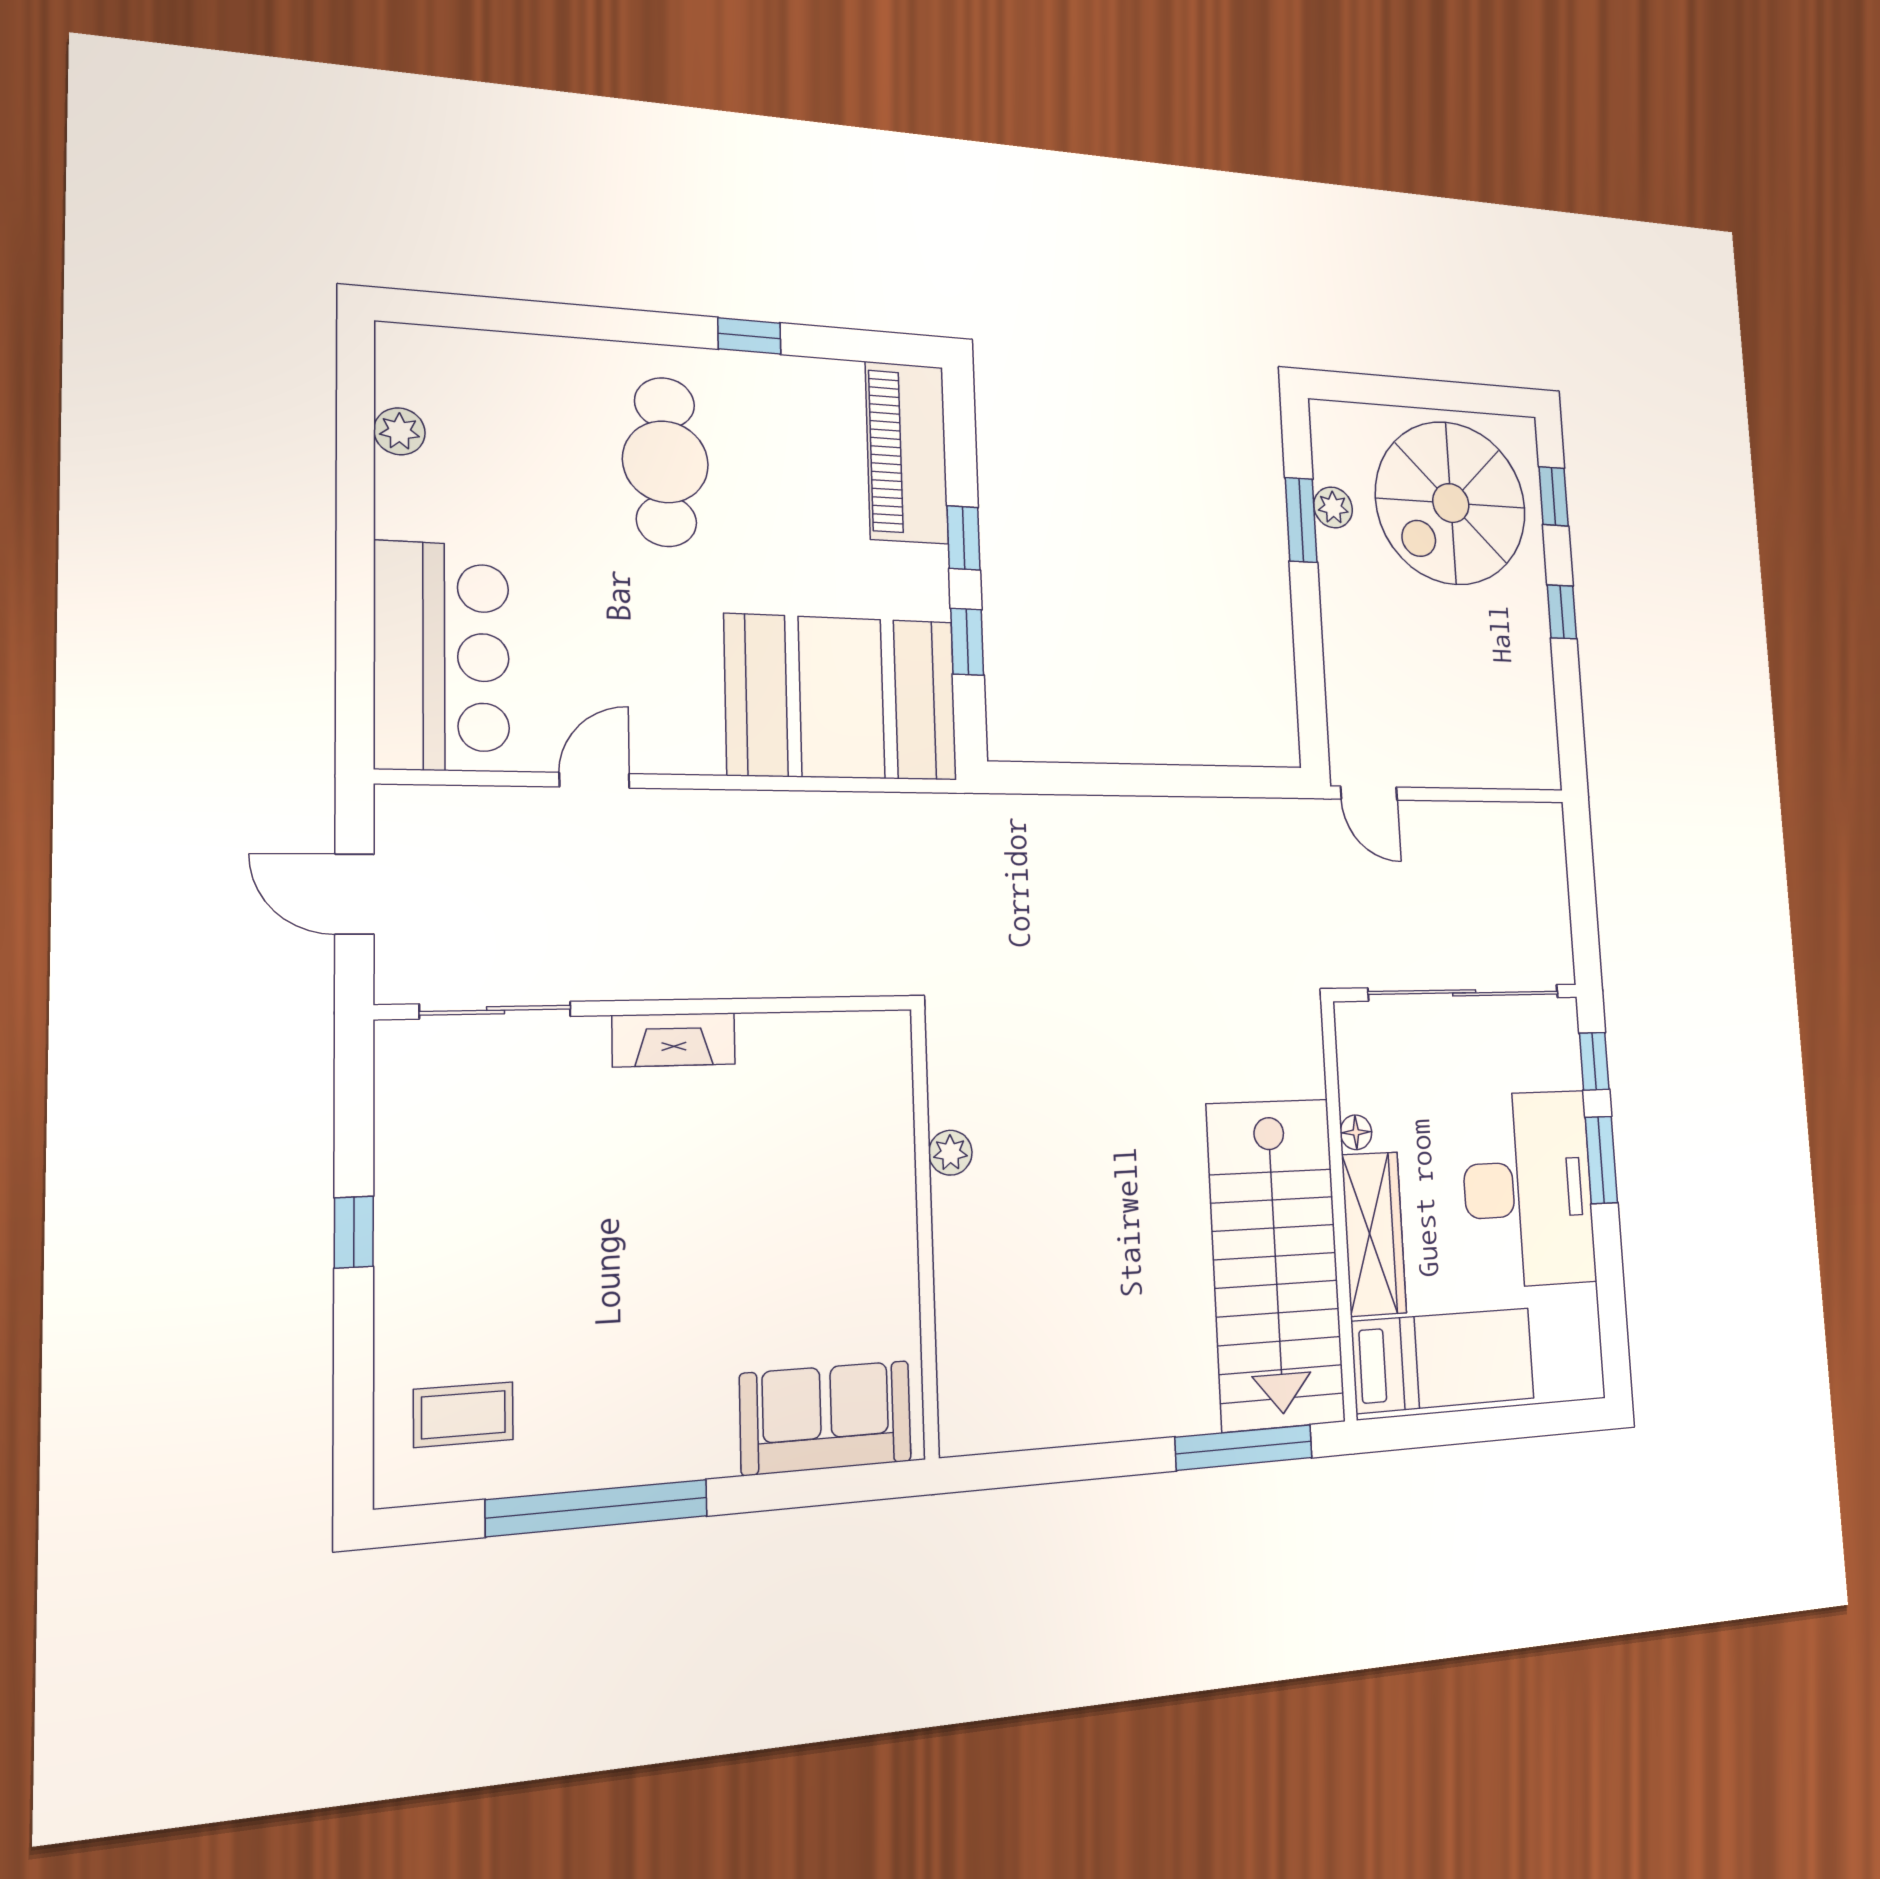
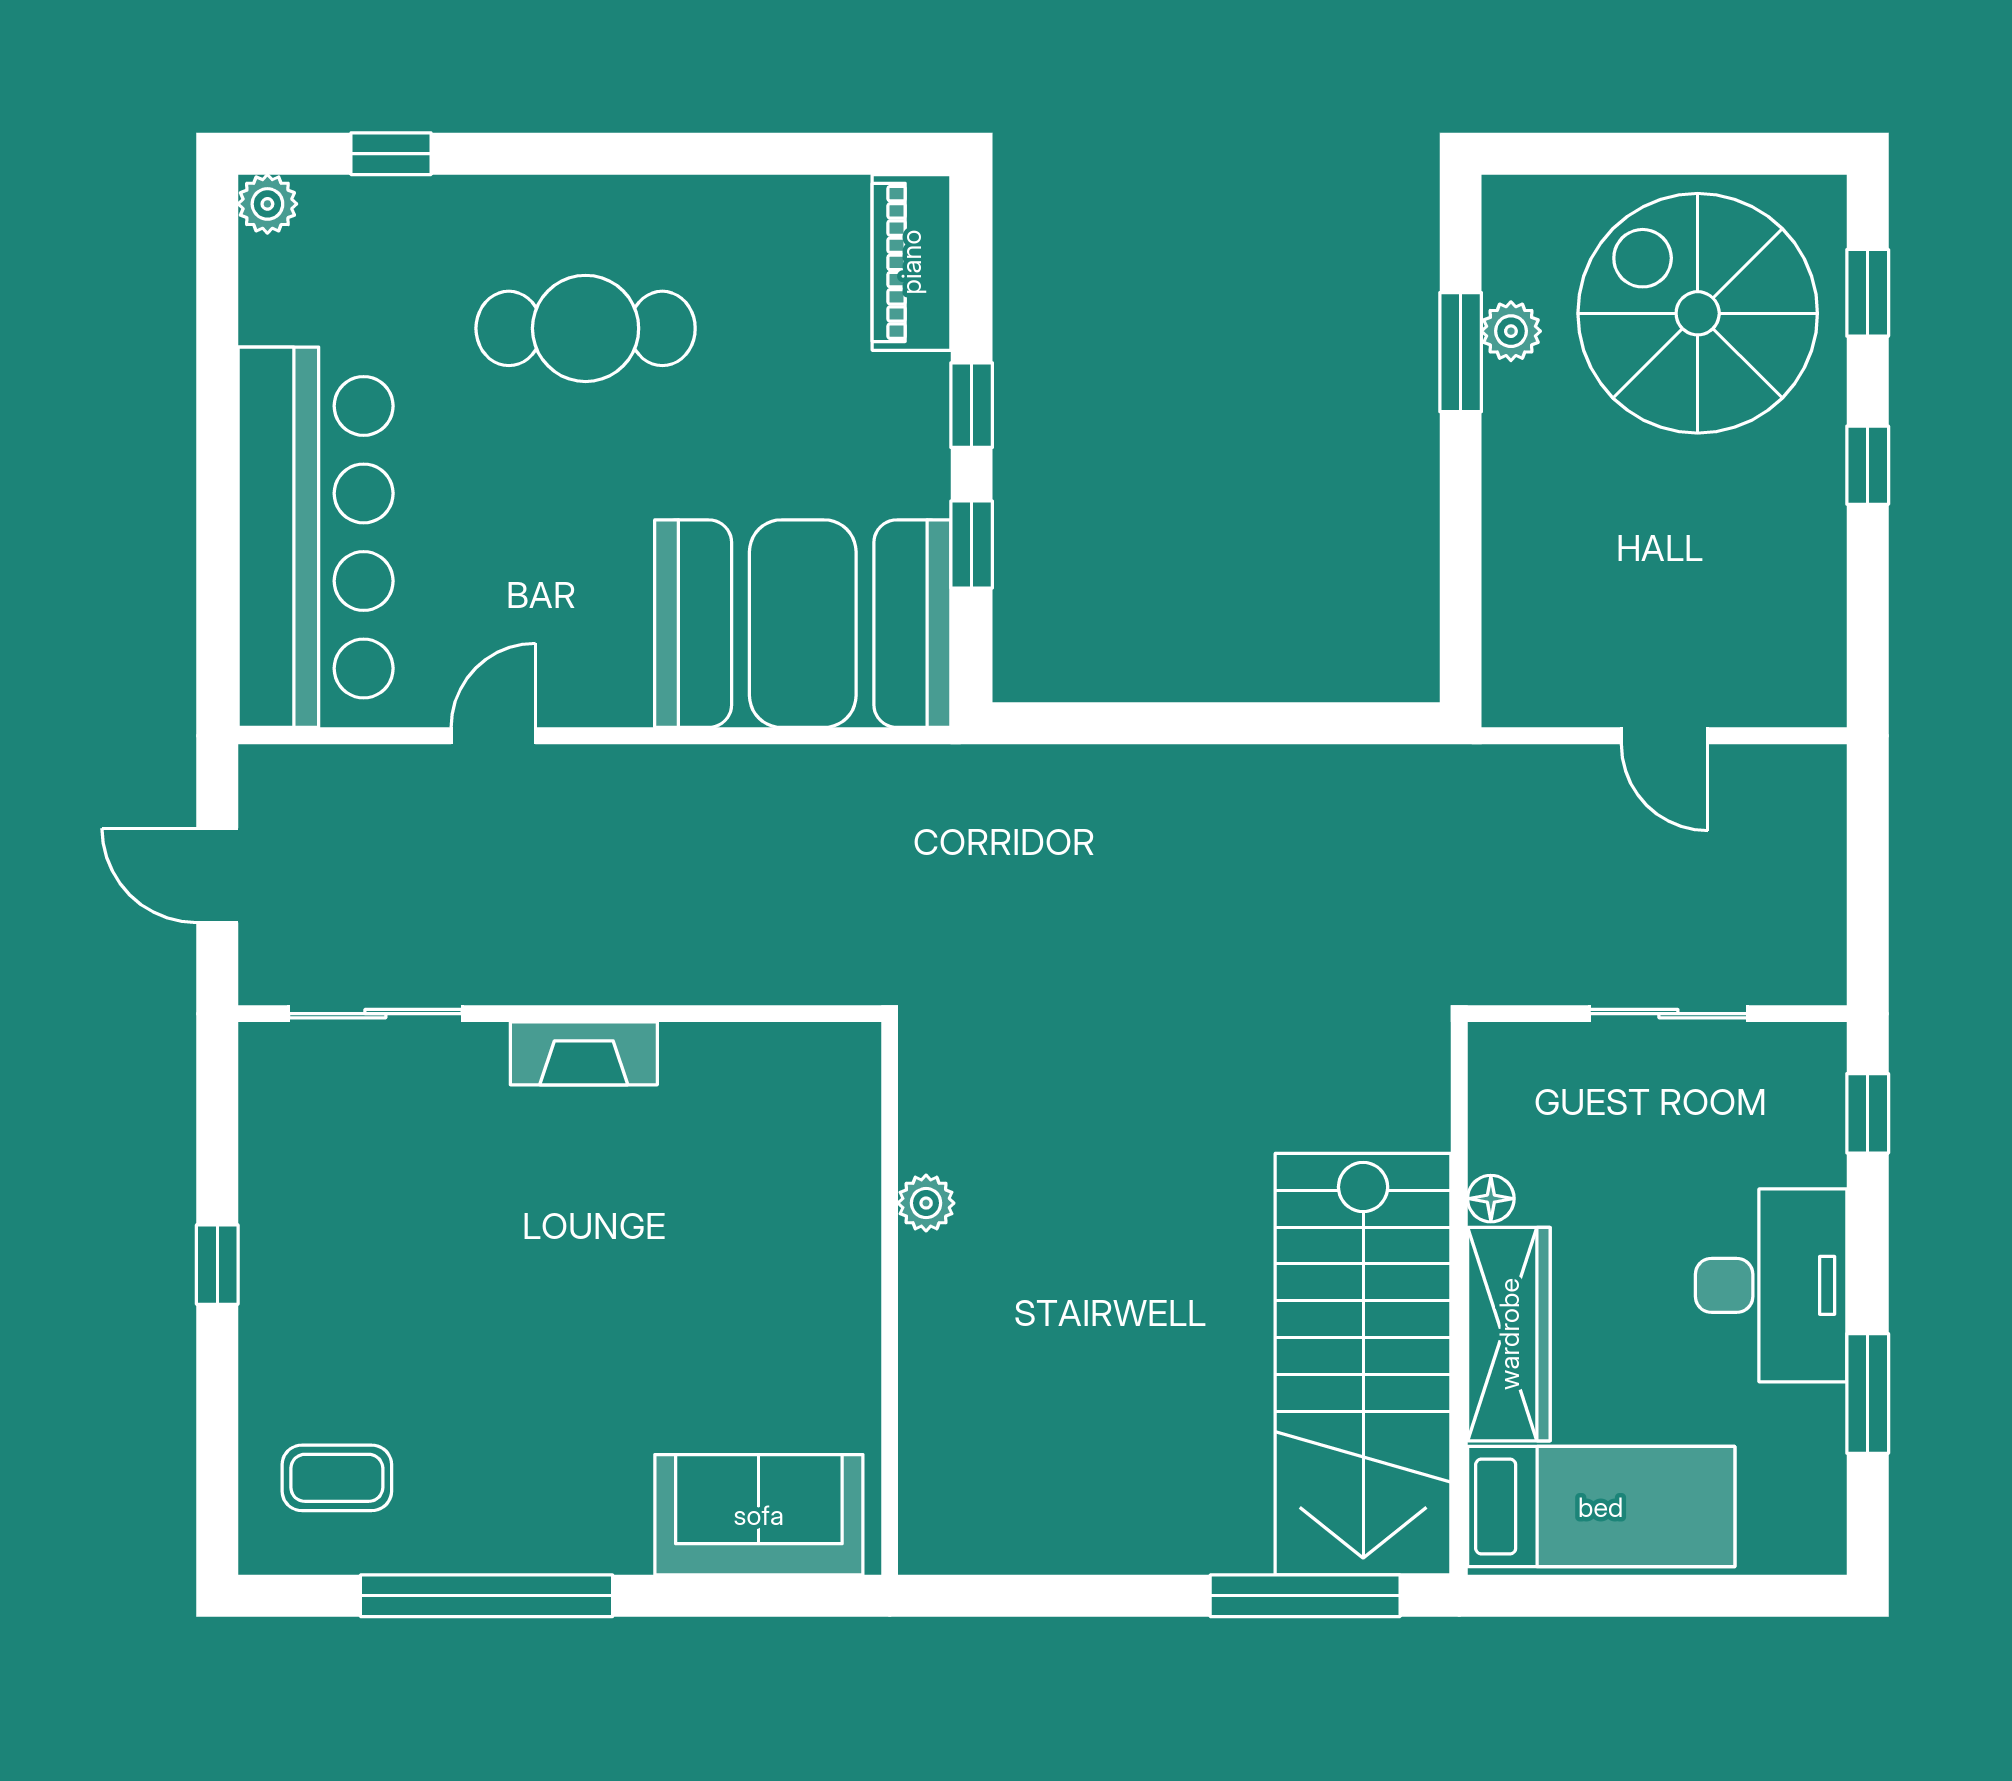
window: (749, 336) -> (391, 154), moved
plant: (399, 431) -> (267, 204), moved
piano: (907, 453) -> (911, 262), width x0.73, depth x0.75
cafe table: (665, 462) -> (586, 328), turned 90
spiral stairs: (1451, 503) -> (1698, 313), turned 90
bar counter: (442, 656) -> (316, 537), width x1.36
door: (1369, 793) -> (1665, 736), moved
sliding door: (1464, 993) -> (1668, 1014), width x0.54
window: (1601, 1160) -> (1868, 1393), moved
desk: (1528, 1189) -> (1771, 1285), width x0.73, depth x0.77

